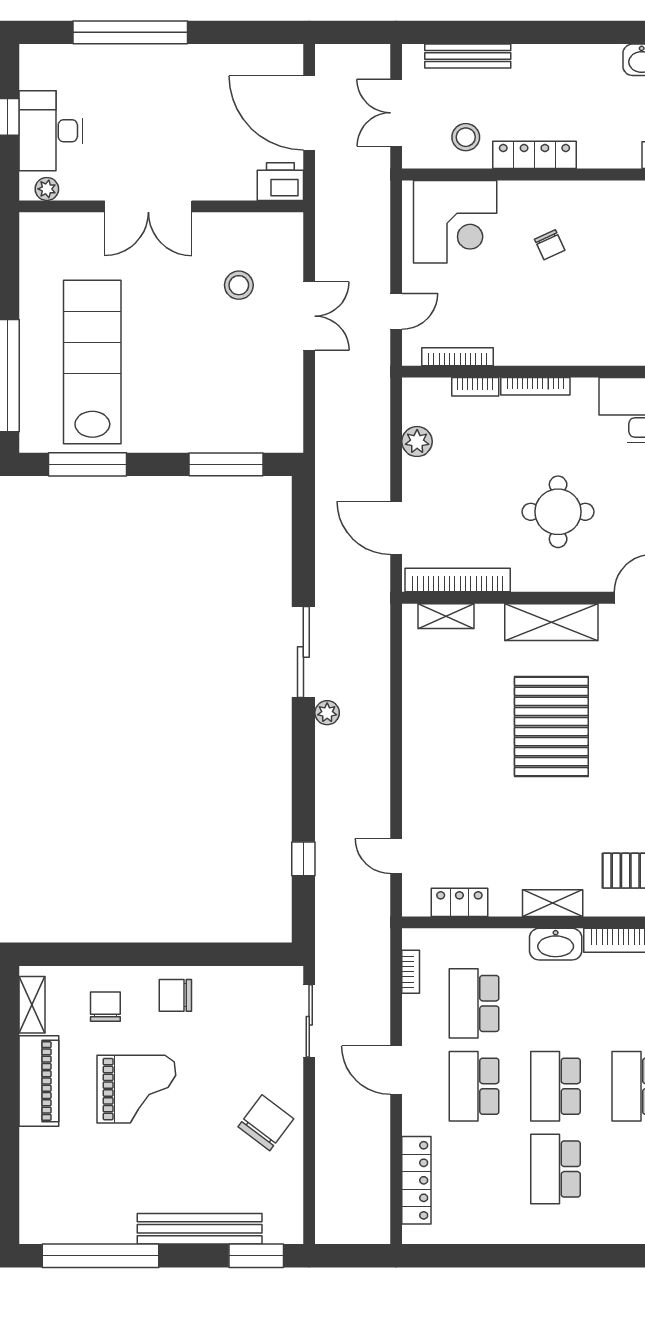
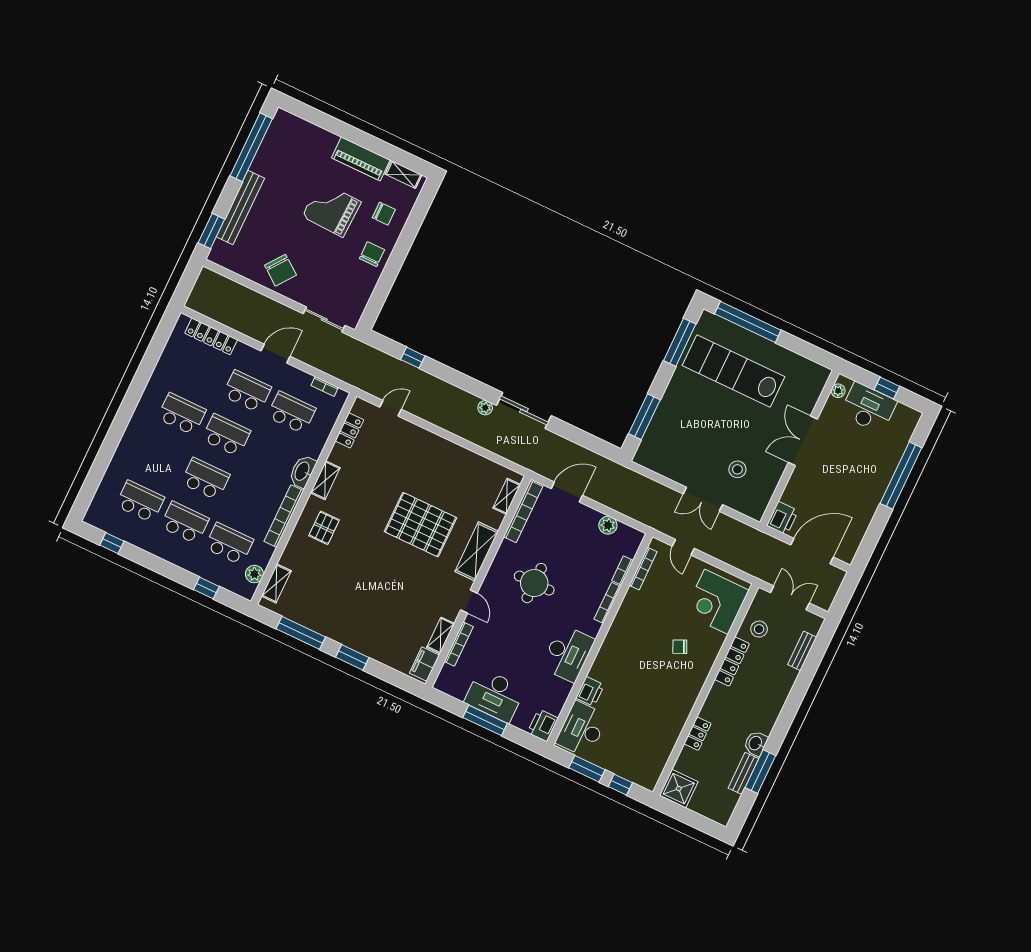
bench: (468, 56) -> (802, 651), width x0.73
lab bench: (92, 362) -> (734, 371), turned 180
grand piano: (136, 1089) -> (332, 209), turned 92

